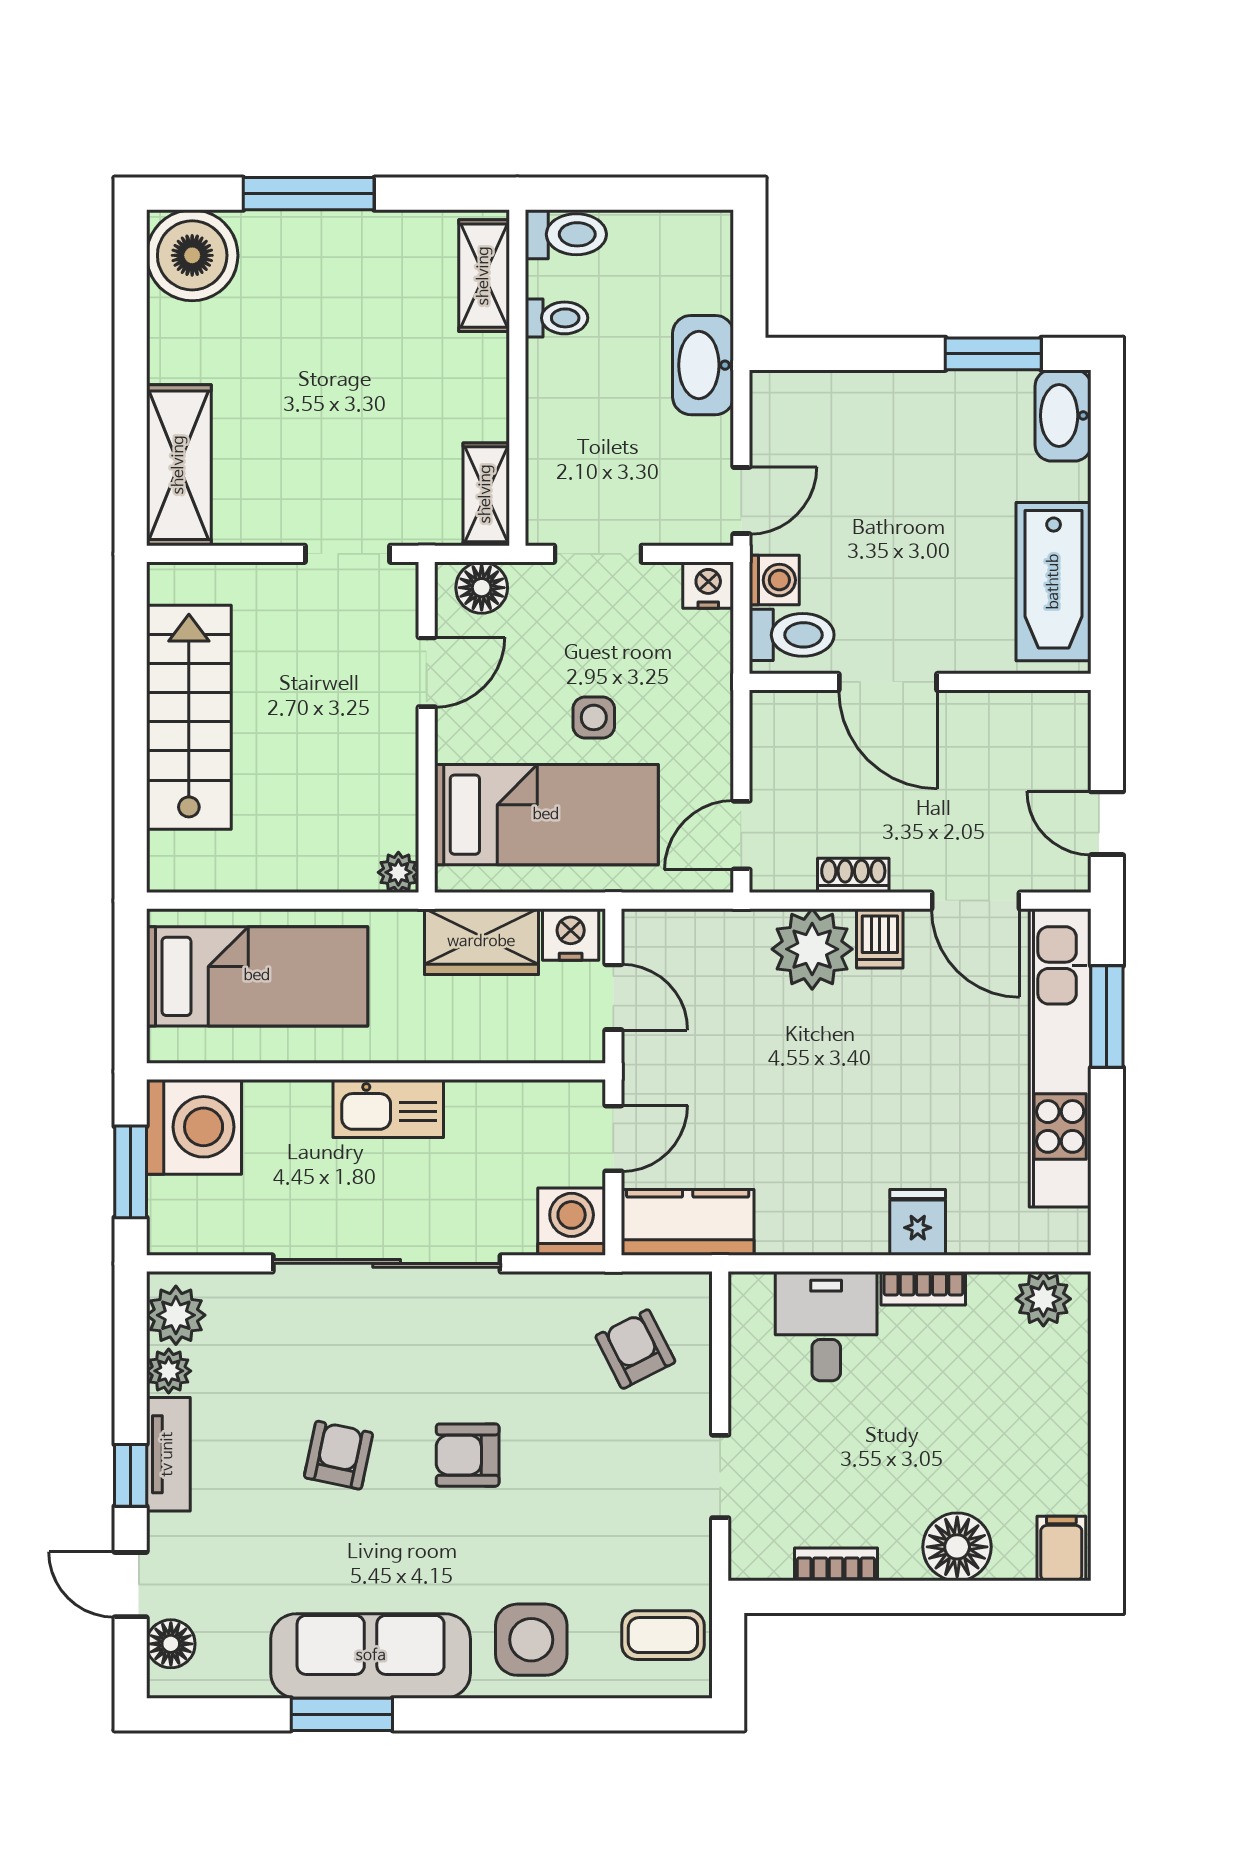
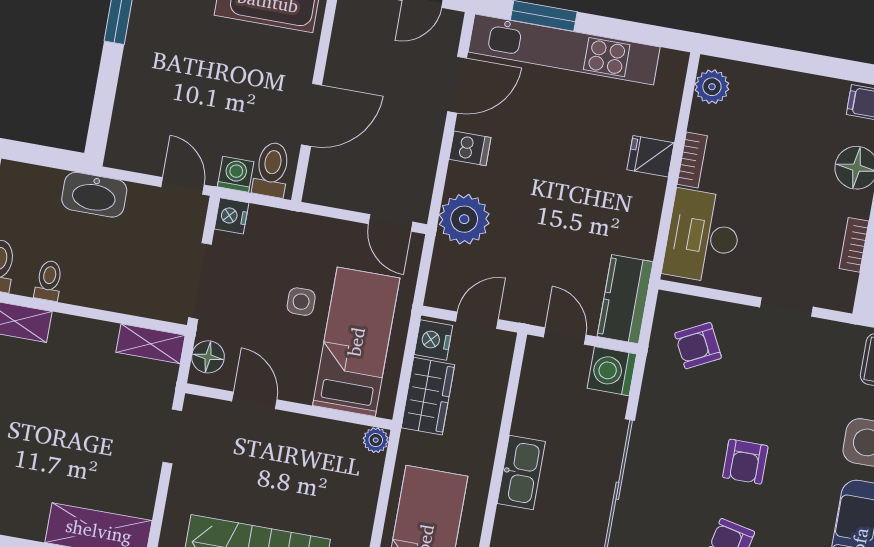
doorway: (598, 554) -> (200, 281), width x1.38
shoe rack: (853, 875) -> (428, 158), removed
plant: (812, 949) -> (464, 219), moved
desk: (826, 1326) -> (703, 236), width x1.37

